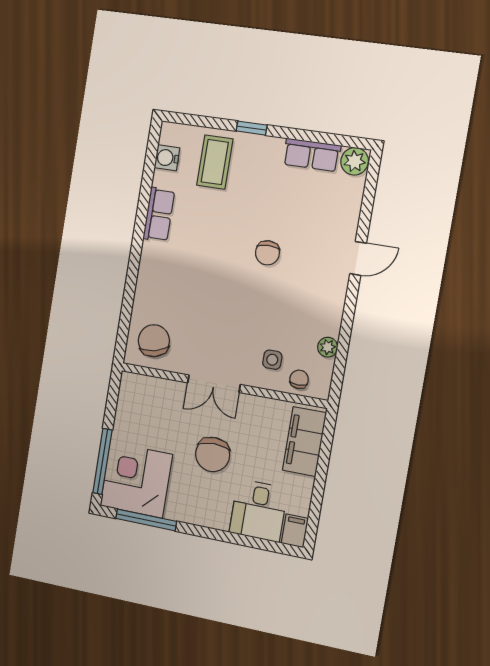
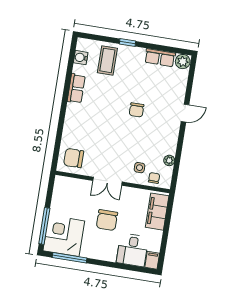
chair: (154, 341) -> (74, 158), turned -76

